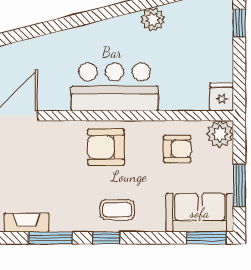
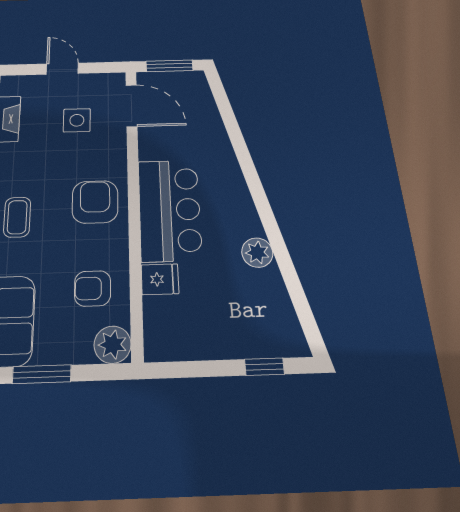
fridge: (222, 97) -> (160, 279), moved
armchair: (177, 149) -> (93, 288), turned 90
side table: (30, 163) -> (77, 120), added

